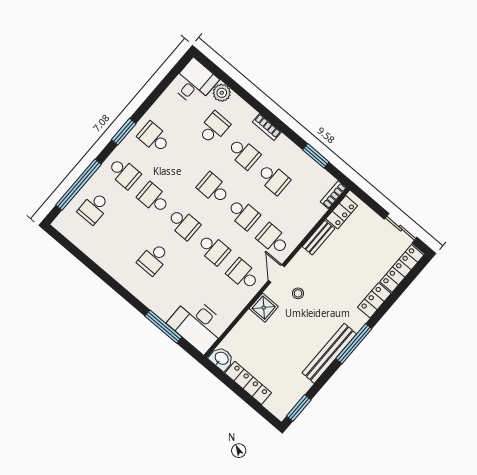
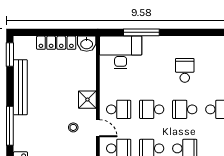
bench: (329, 353) -> (20, 87), moved

